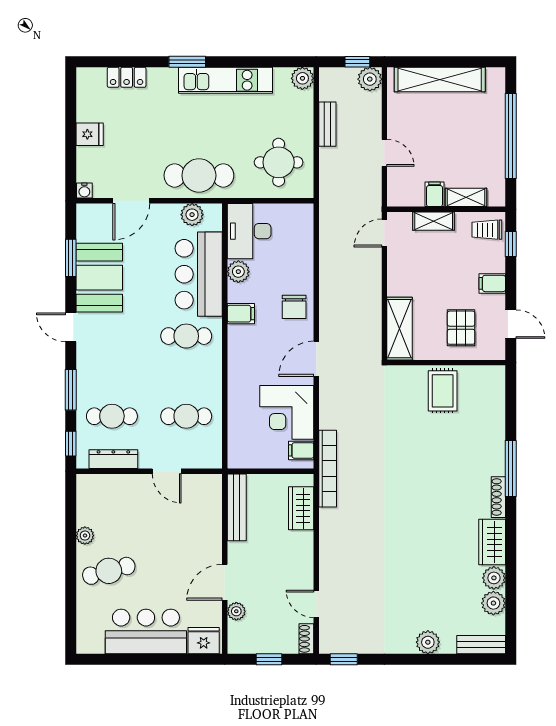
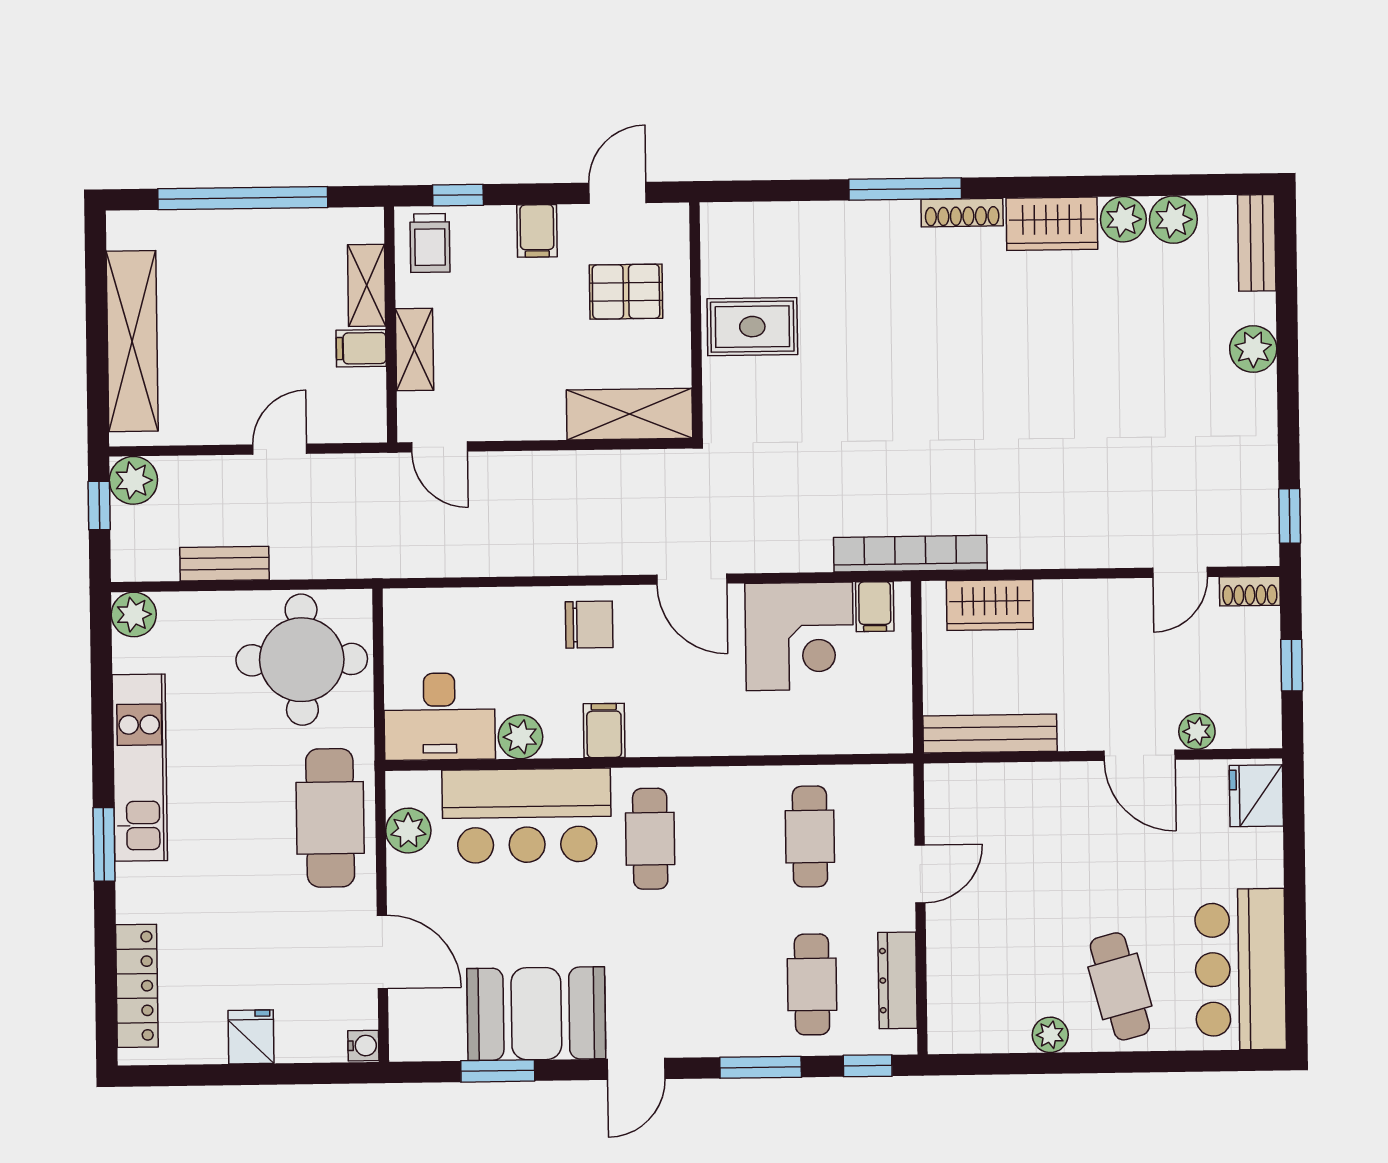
locker: (127, 77) -> (137, 986), width x1.53
round table: (279, 162) -> (302, 660), width x1.36, depth x1.36
bar counter: (146, 632) -> (1241, 969), moved

